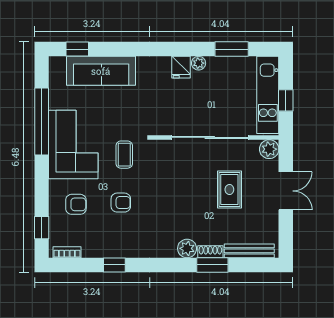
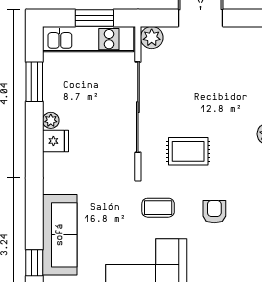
window: (286, 100) -> (94, 18), width x1.50
rug: (229, 190) -> (188, 151), moved
armchair: (76, 204) -> (216, 264), removed

